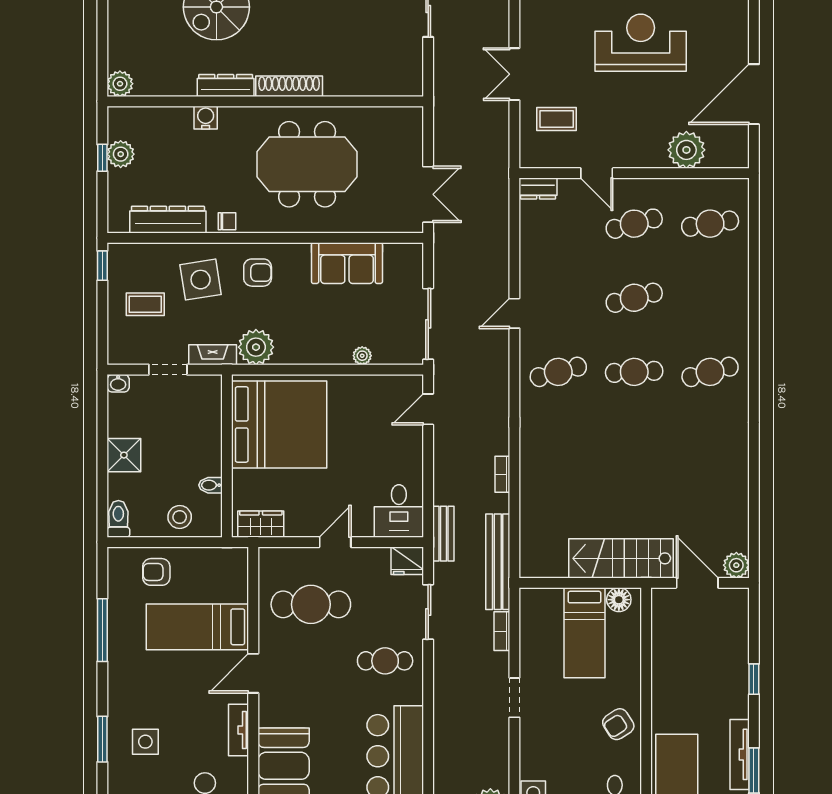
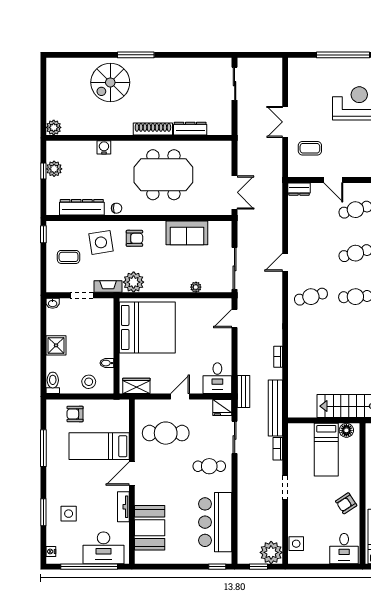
dresser: (226, 85) -> (190, 129), moved

